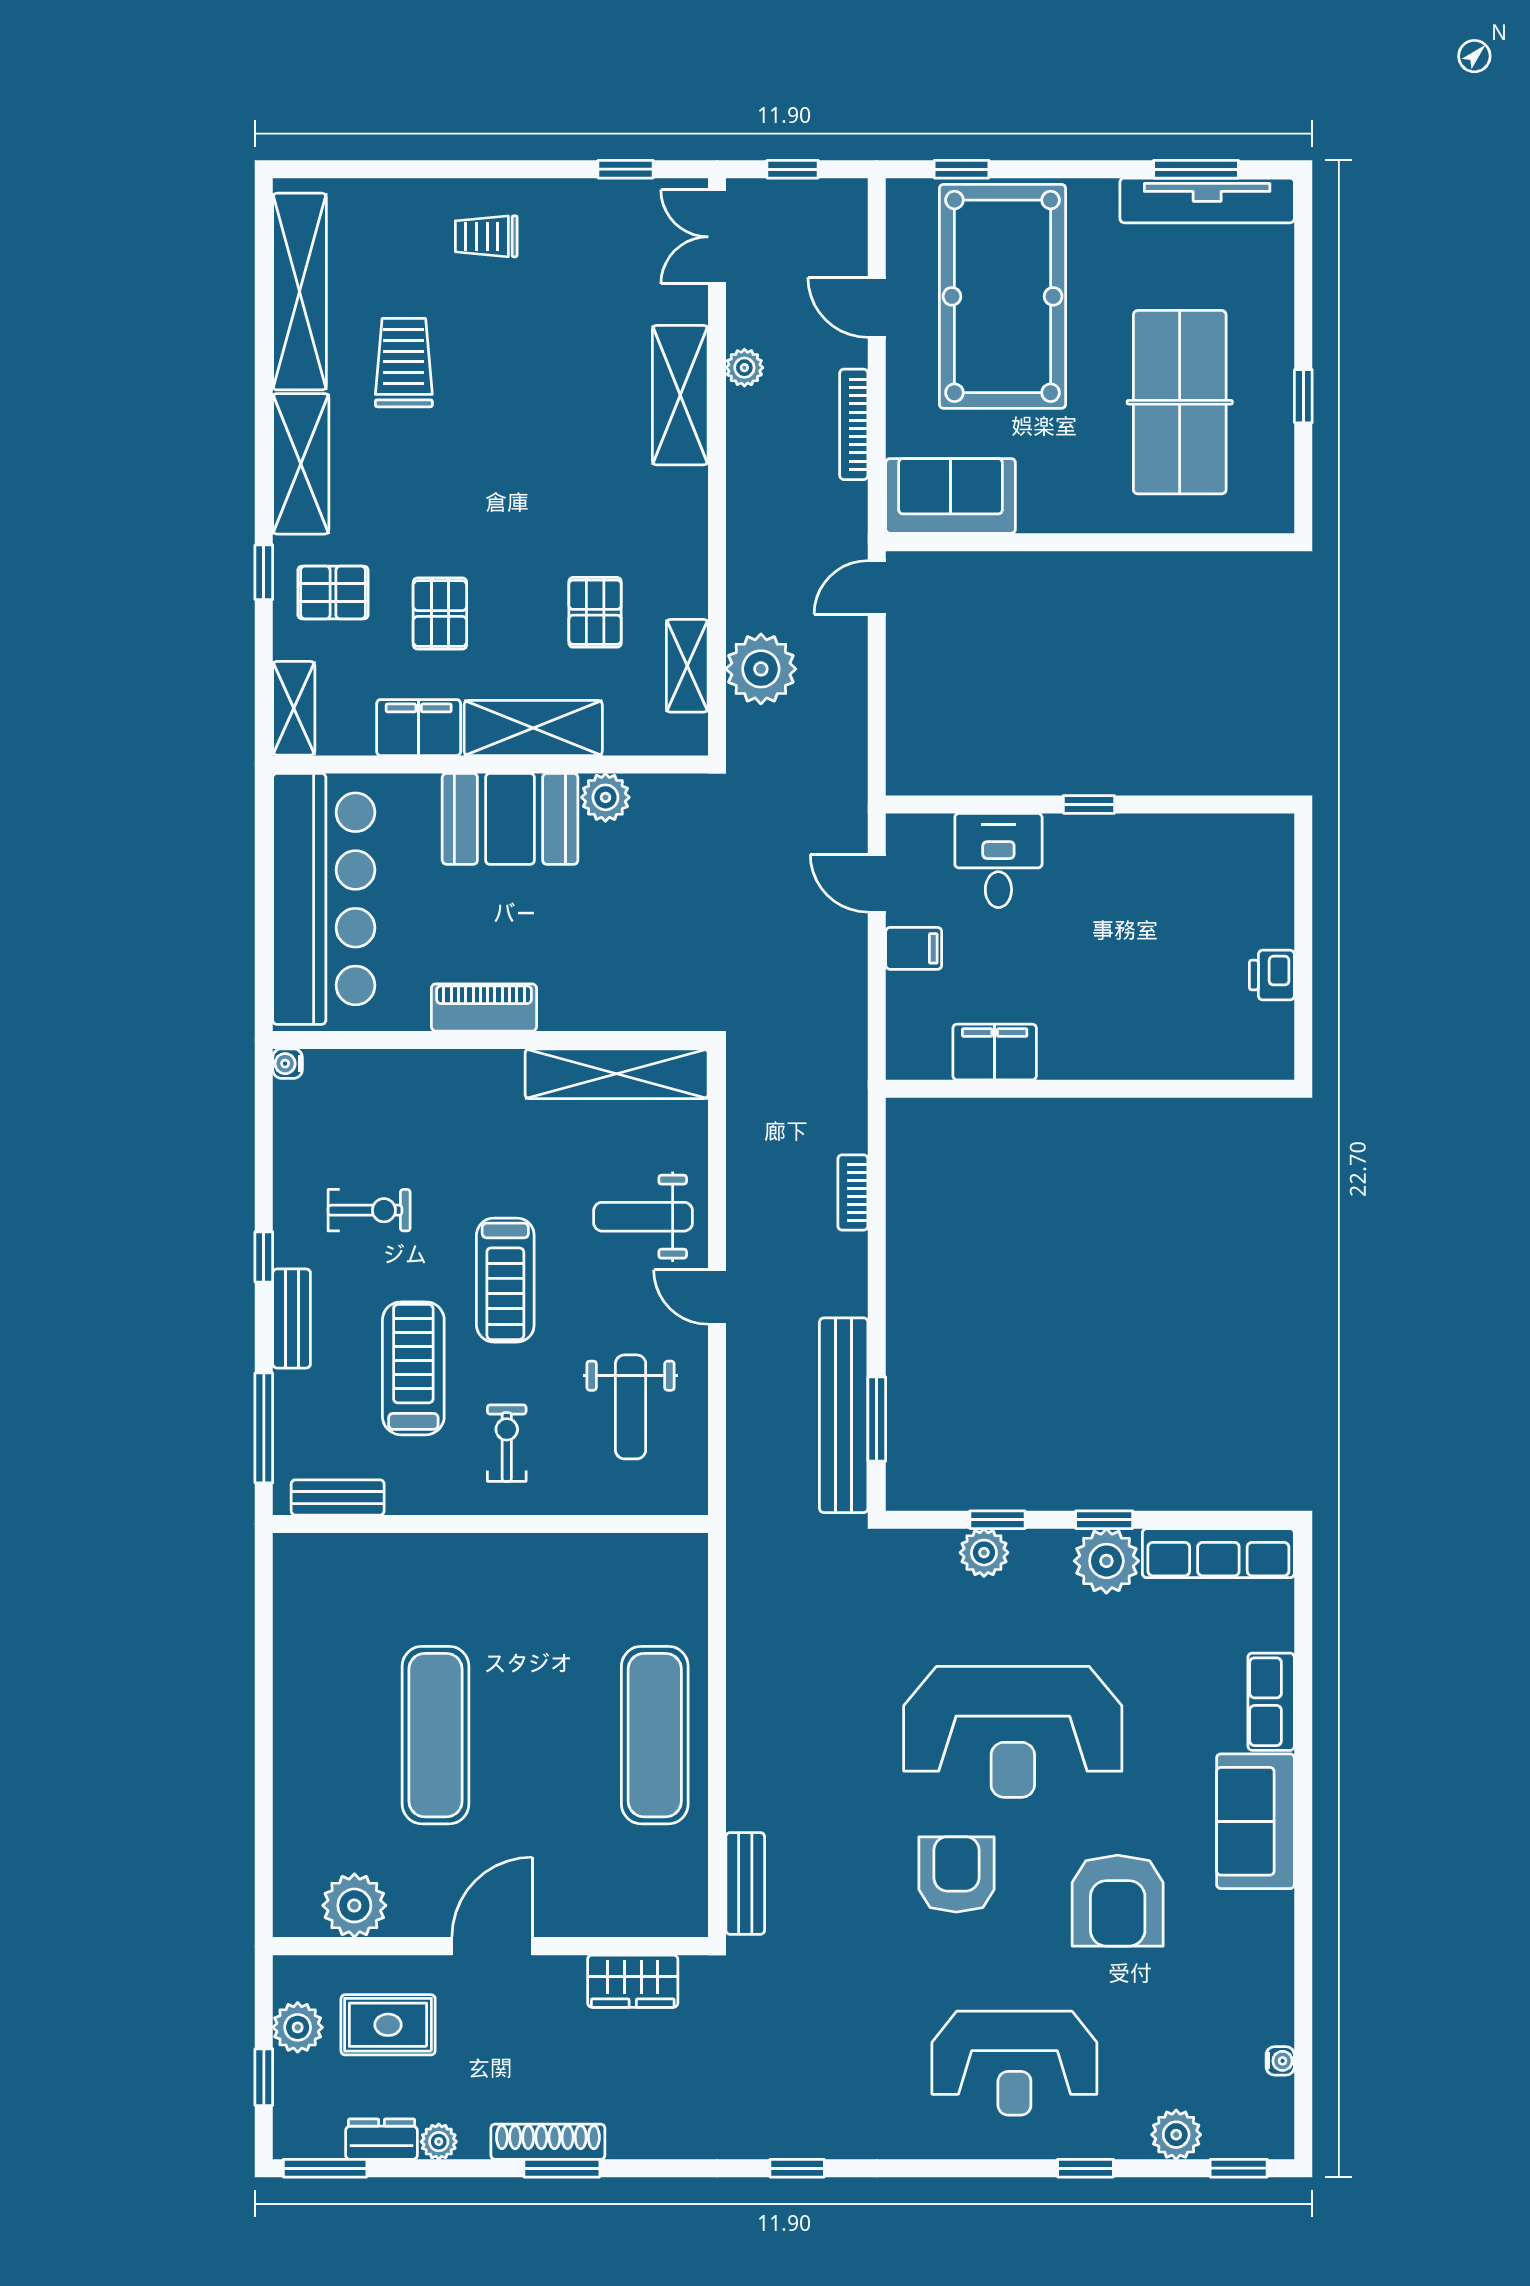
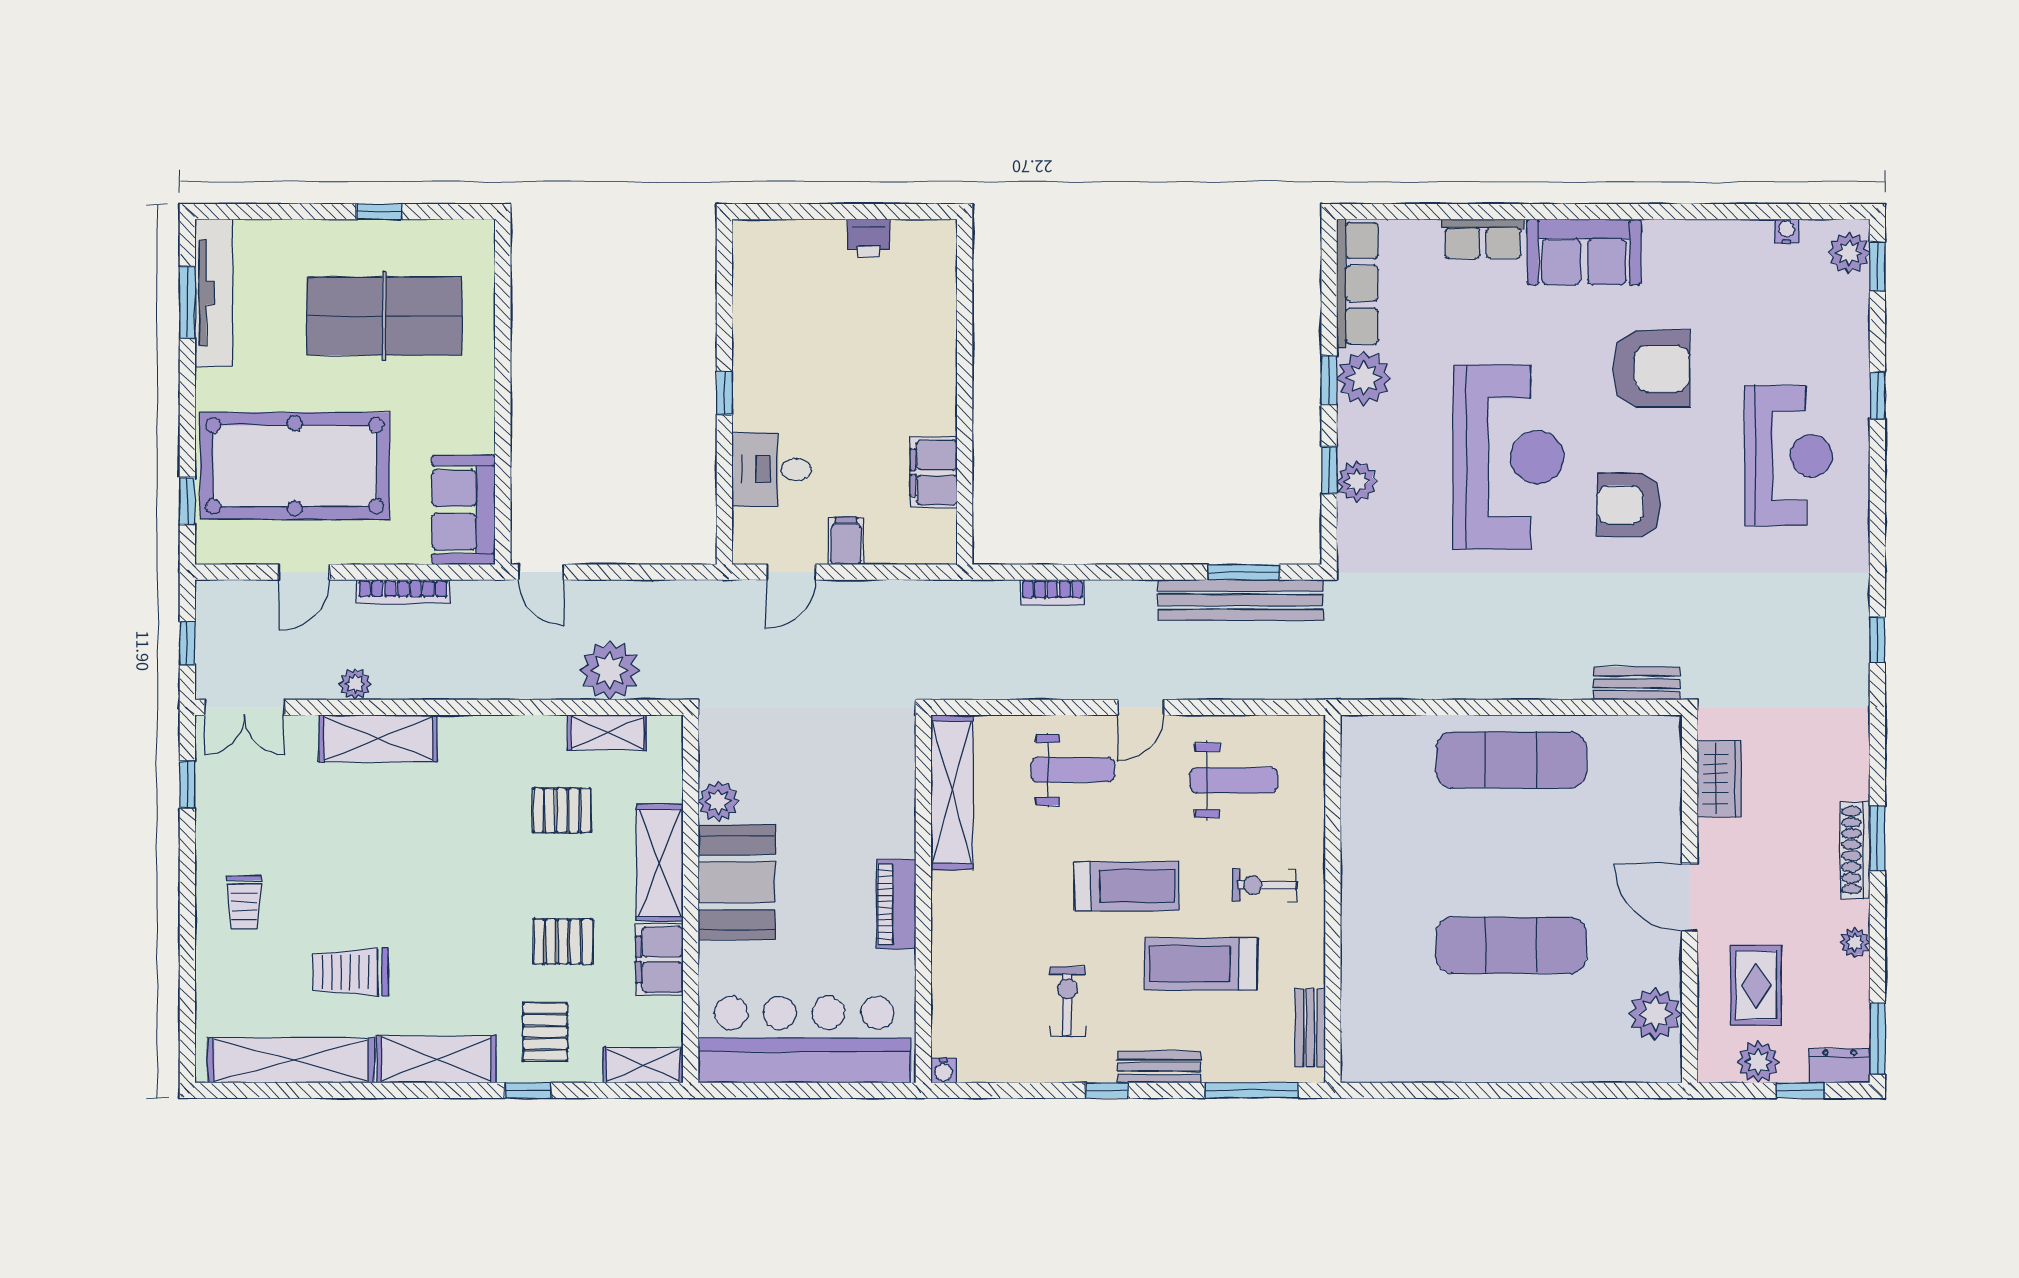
weight bench: (643, 1217) -> (1073, 770), turned -90
plant: (1176, 2135) -> (1849, 253), moved
dresser: (382, 2139) -> (1840, 1066), moved, turned 90

